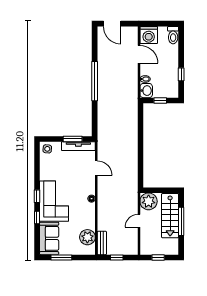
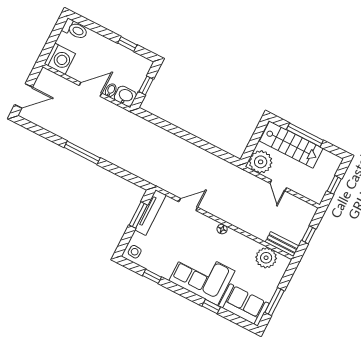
door: (139, 54) -> (90, 89), moved
window: (95, 81) -> (82, 153), width x0.68
window: (37, 196) -> (152, 276), moved

